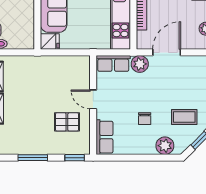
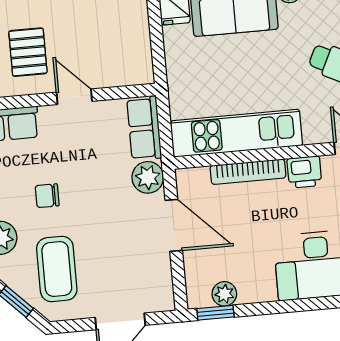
door: (93, 99) -> (74, 97), hinge flipped
coffee table: (184, 117) -> (57, 269), width x1.36, depth x1.30

